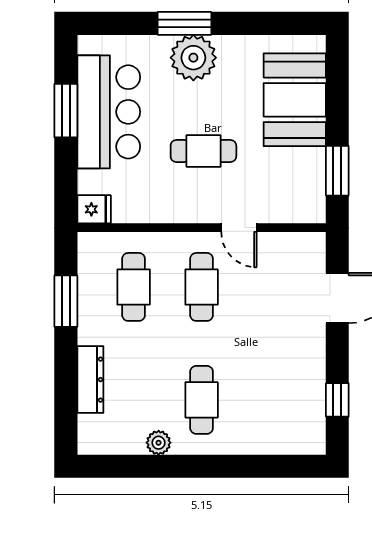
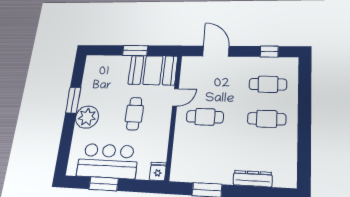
window: (184, 23) -> (73, 100), moved
booth: (295, 100) -> (153, 70), moved
window: (337, 171) -> (135, 51), moved
cafe table: (134, 287) -> (268, 84), moved
plant: (159, 443) -> (290, 143), removed

